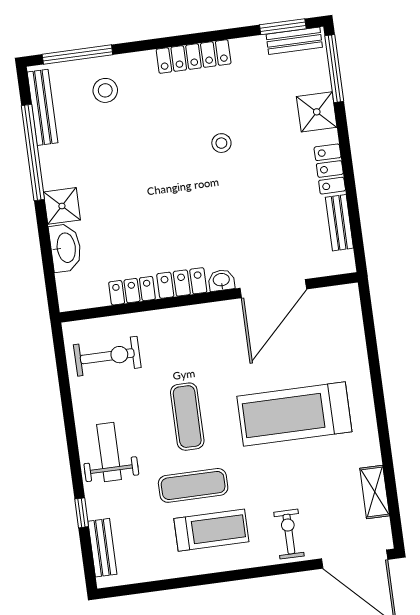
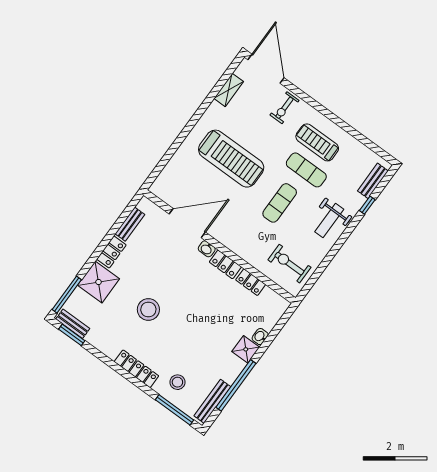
locker: (194, 57) -> (136, 369), moved
shower: (317, 112) -> (99, 282), width x1.36, depth x1.36
stool: (221, 143) -> (148, 310), width x1.89, depth x1.89
washbasin: (65, 248) -> (260, 337), width x0.52, depth x0.69

